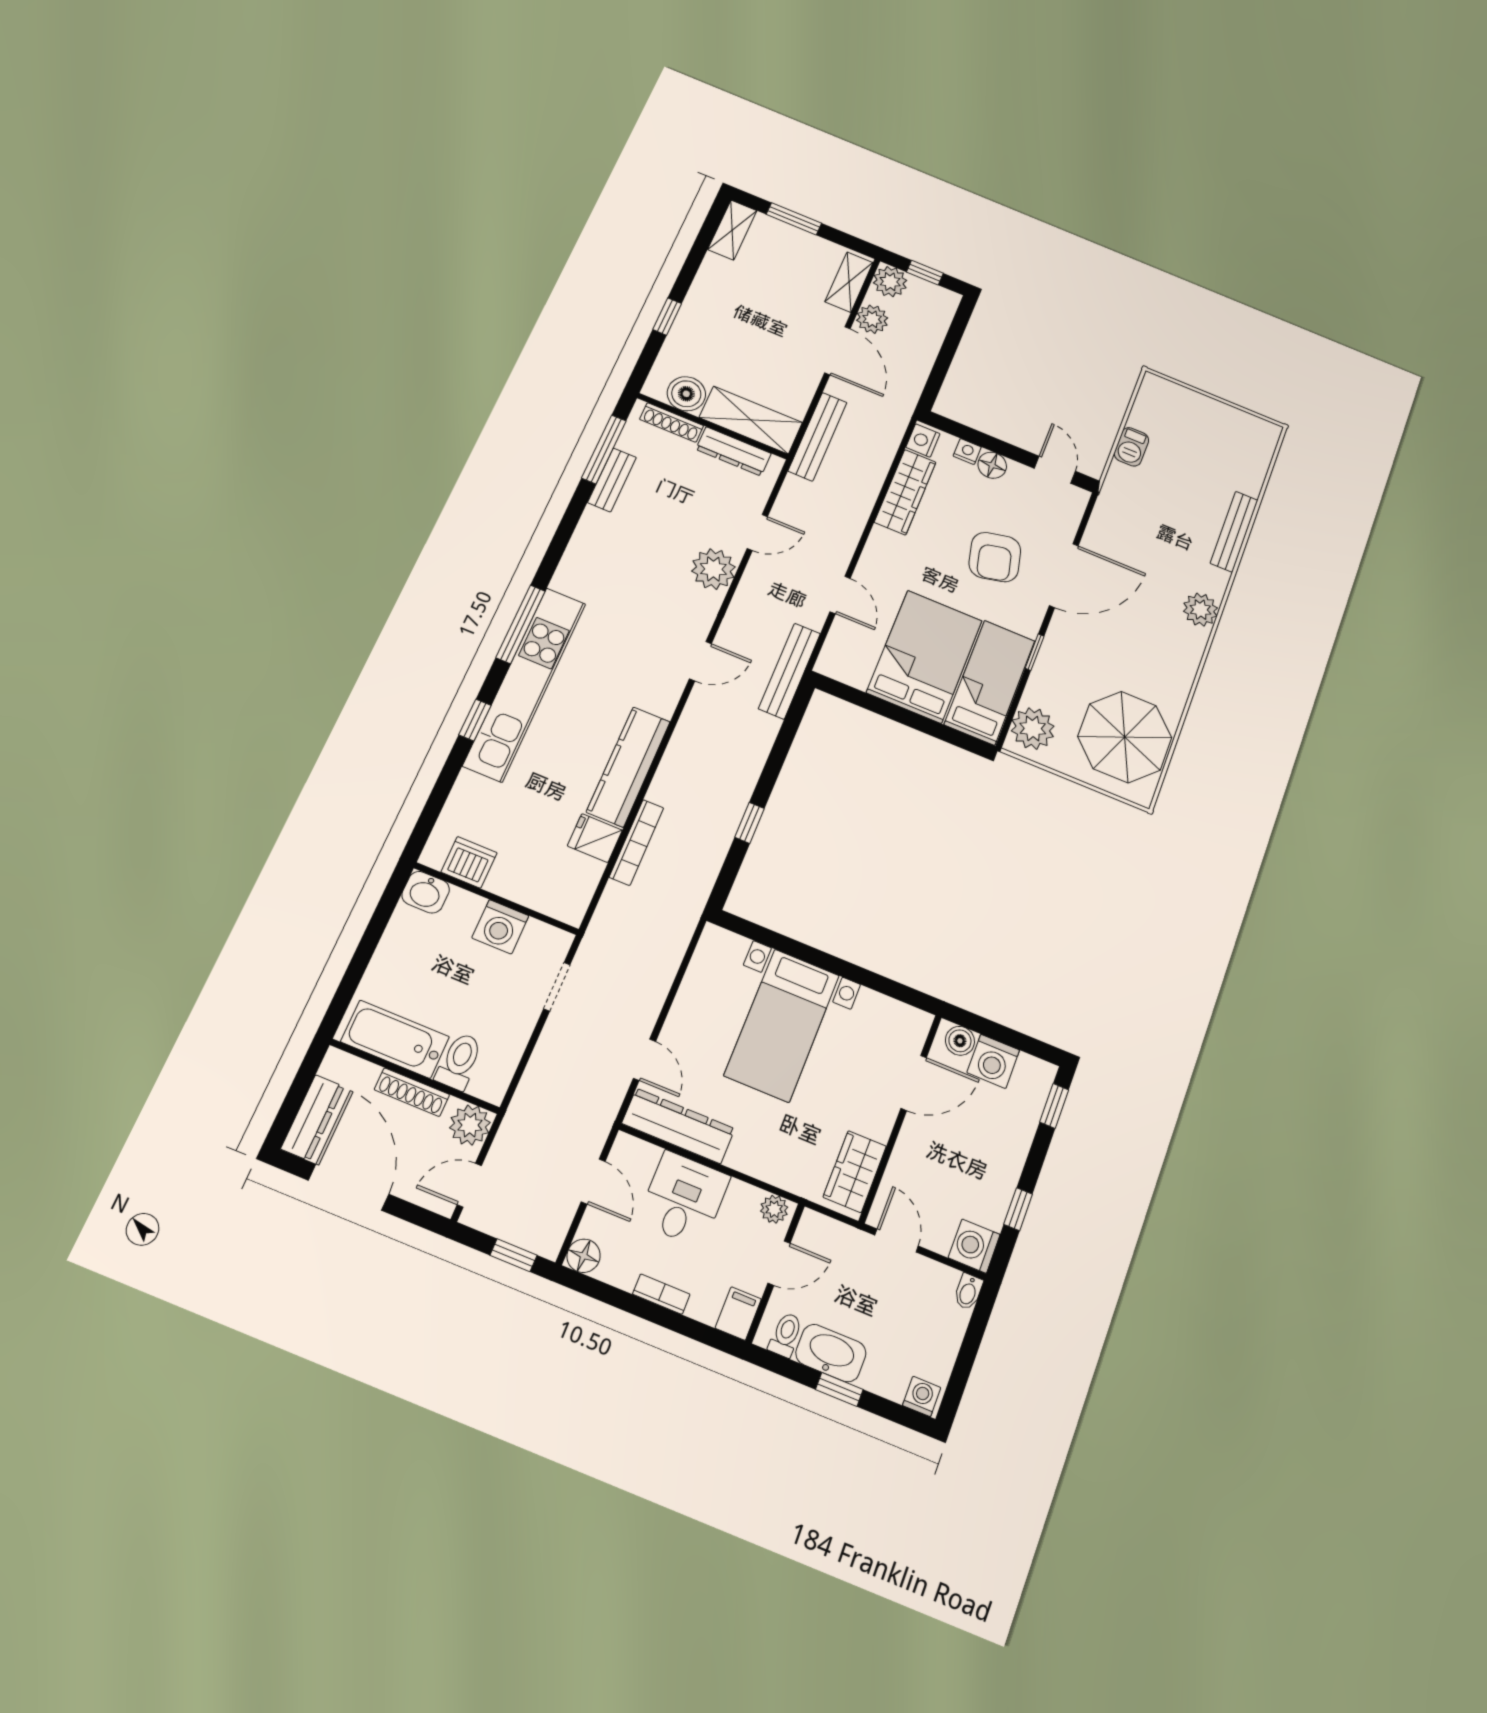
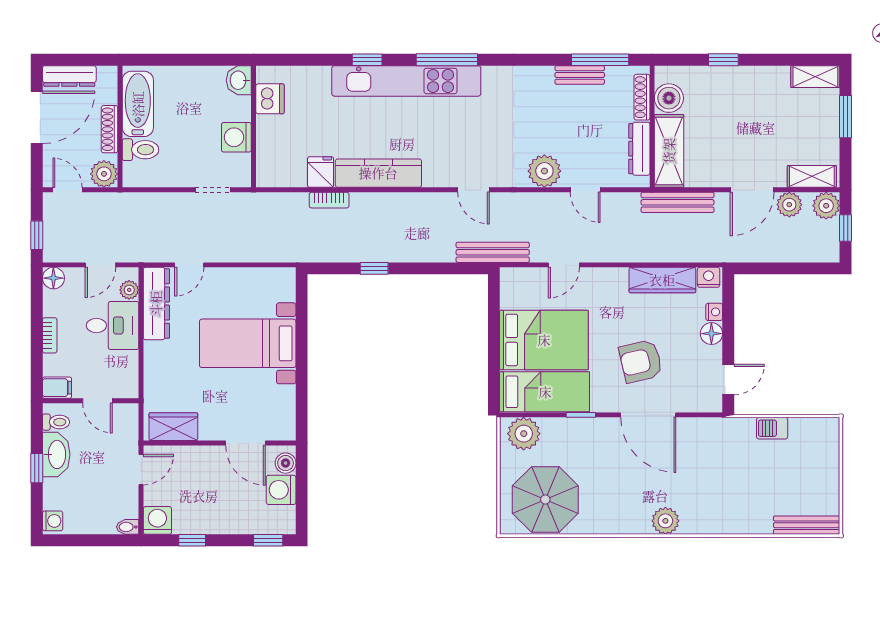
bench: (1234, 532) -> (807, 525), moved
bookcase: (636, 842) -> (329, 200), width x0.64
plant: (774, 1209) -> (129, 290), moved

